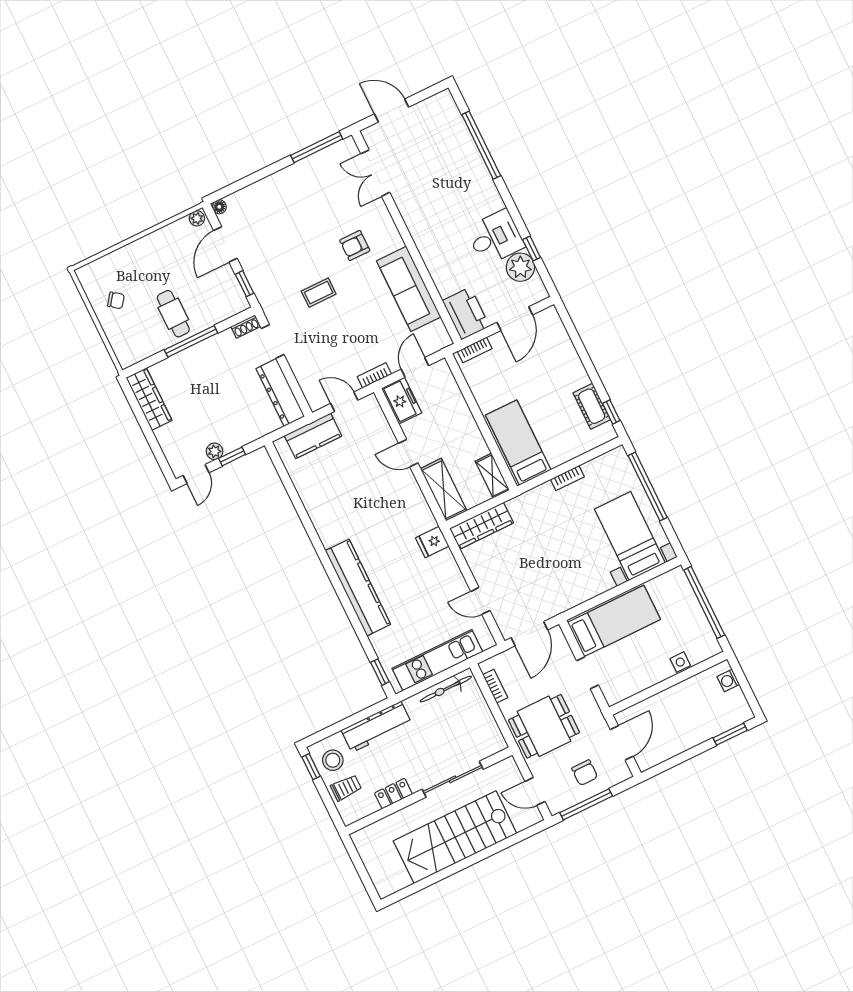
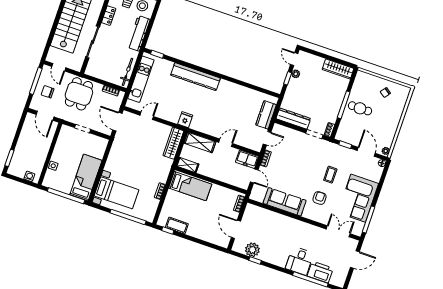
corner sofa: (301, 191) -> (358, 198), added
desk: (495, 237) -> (300, 261), moved
coffee table: (319, 293) -> (330, 175), moved
printer: (466, 313) -> (320, 272), moved, turned 180
bed: (614, 621) -> (86, 178), moved, turned 180
door: (535, 791) -> (59, 67), swing flipped

